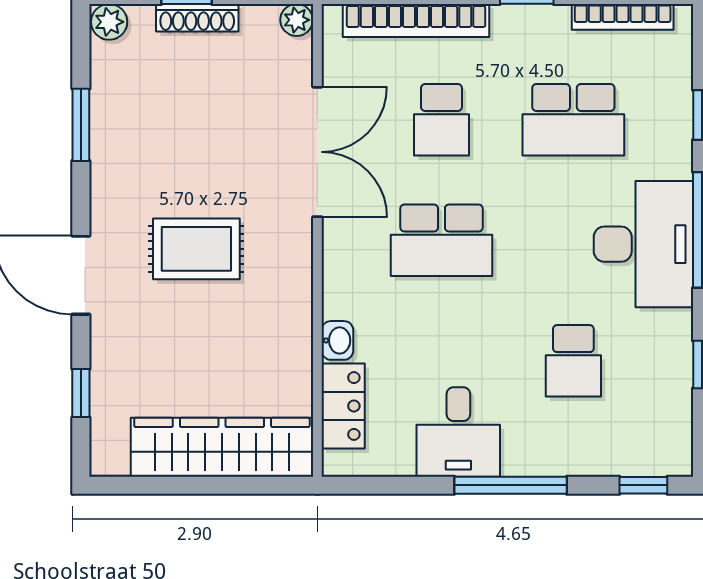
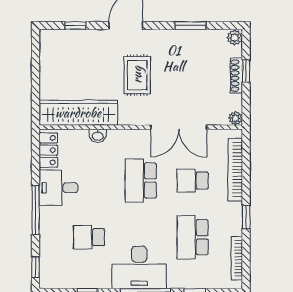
locker: (343, 406) -> (48, 150), moved, turned -90
wardrobe: (222, 447) -> (78, 113), moved, turned -90

